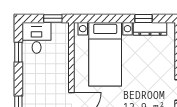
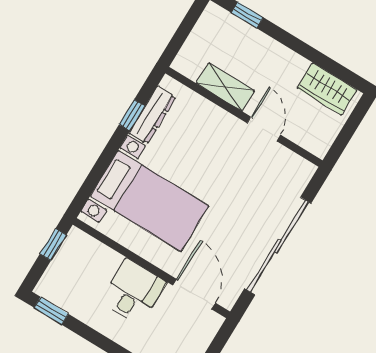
desk: (37, 38) -> (133, 292), moved, turned 90
window: (18, 52) -> (51, 311), moved

